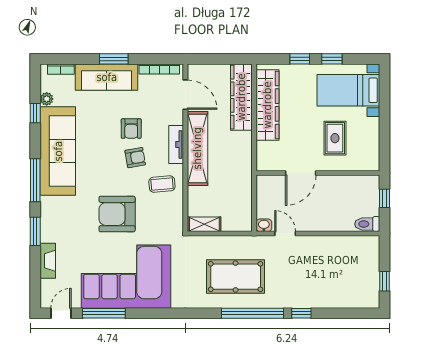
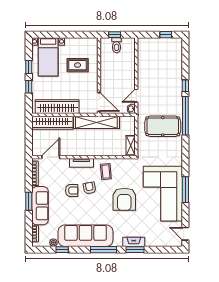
shelving: (197, 148) -> (96, 122), moved
door: (301, 173) -> (99, 102), moved
toilet: (367, 224) -> (116, 45), moved
fireplace: (48, 261) -> (134, 242), moved
pool table: (236, 277) -> (163, 126), turned 90
window: (104, 313) -> (185, 190), moved

